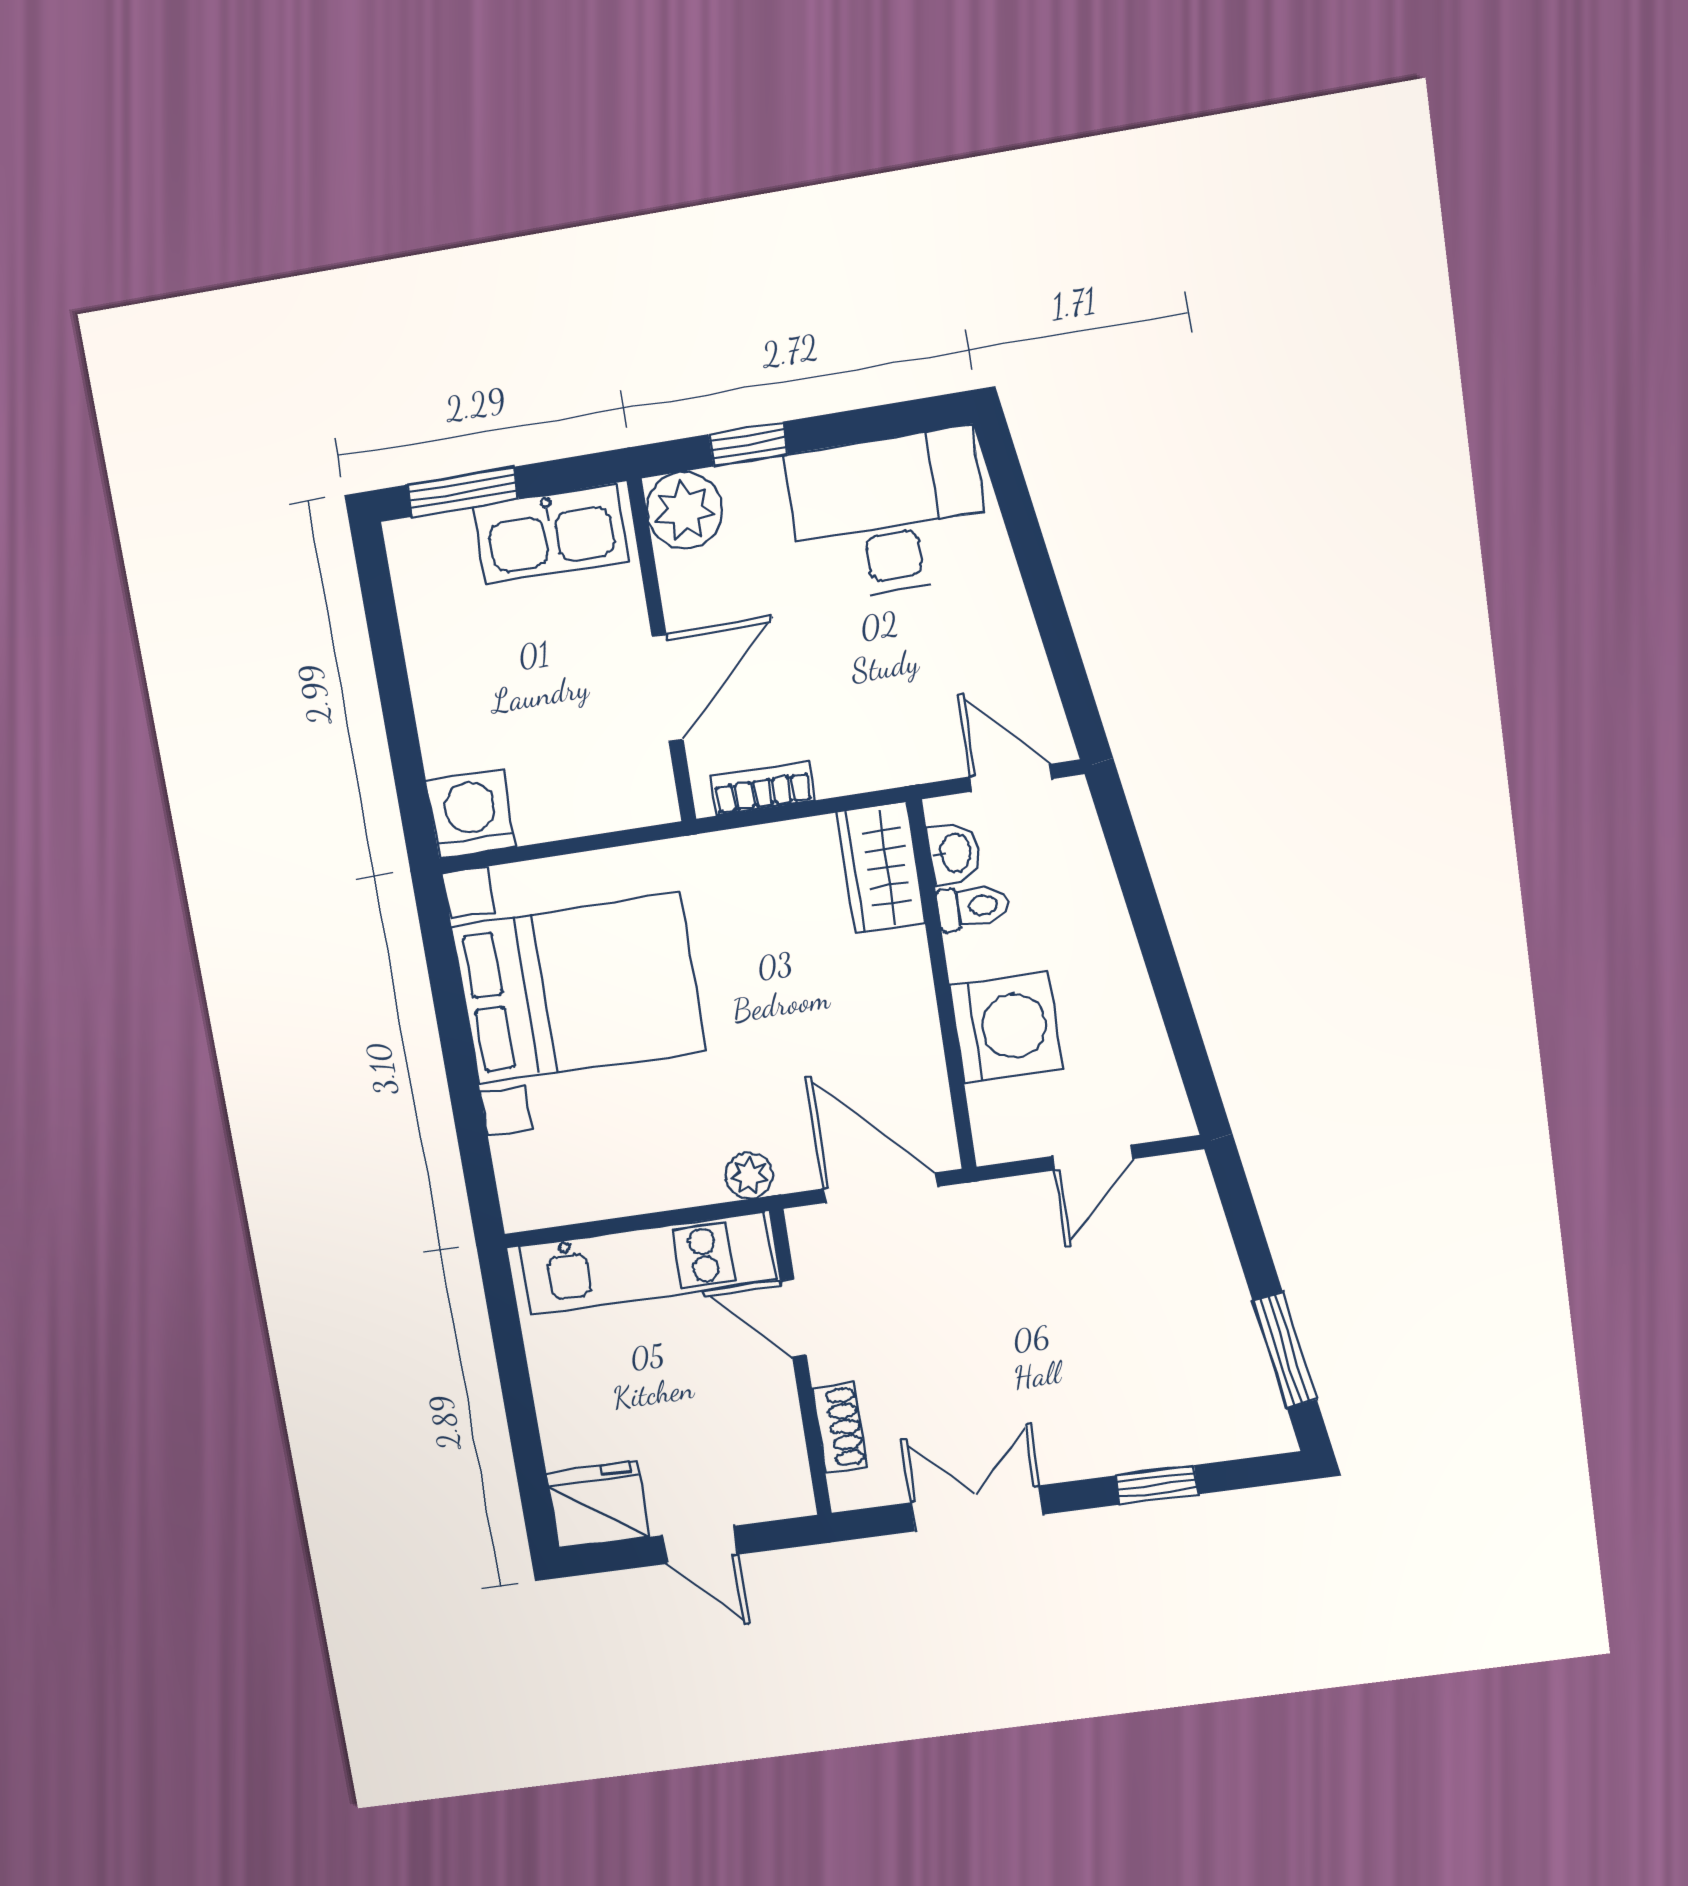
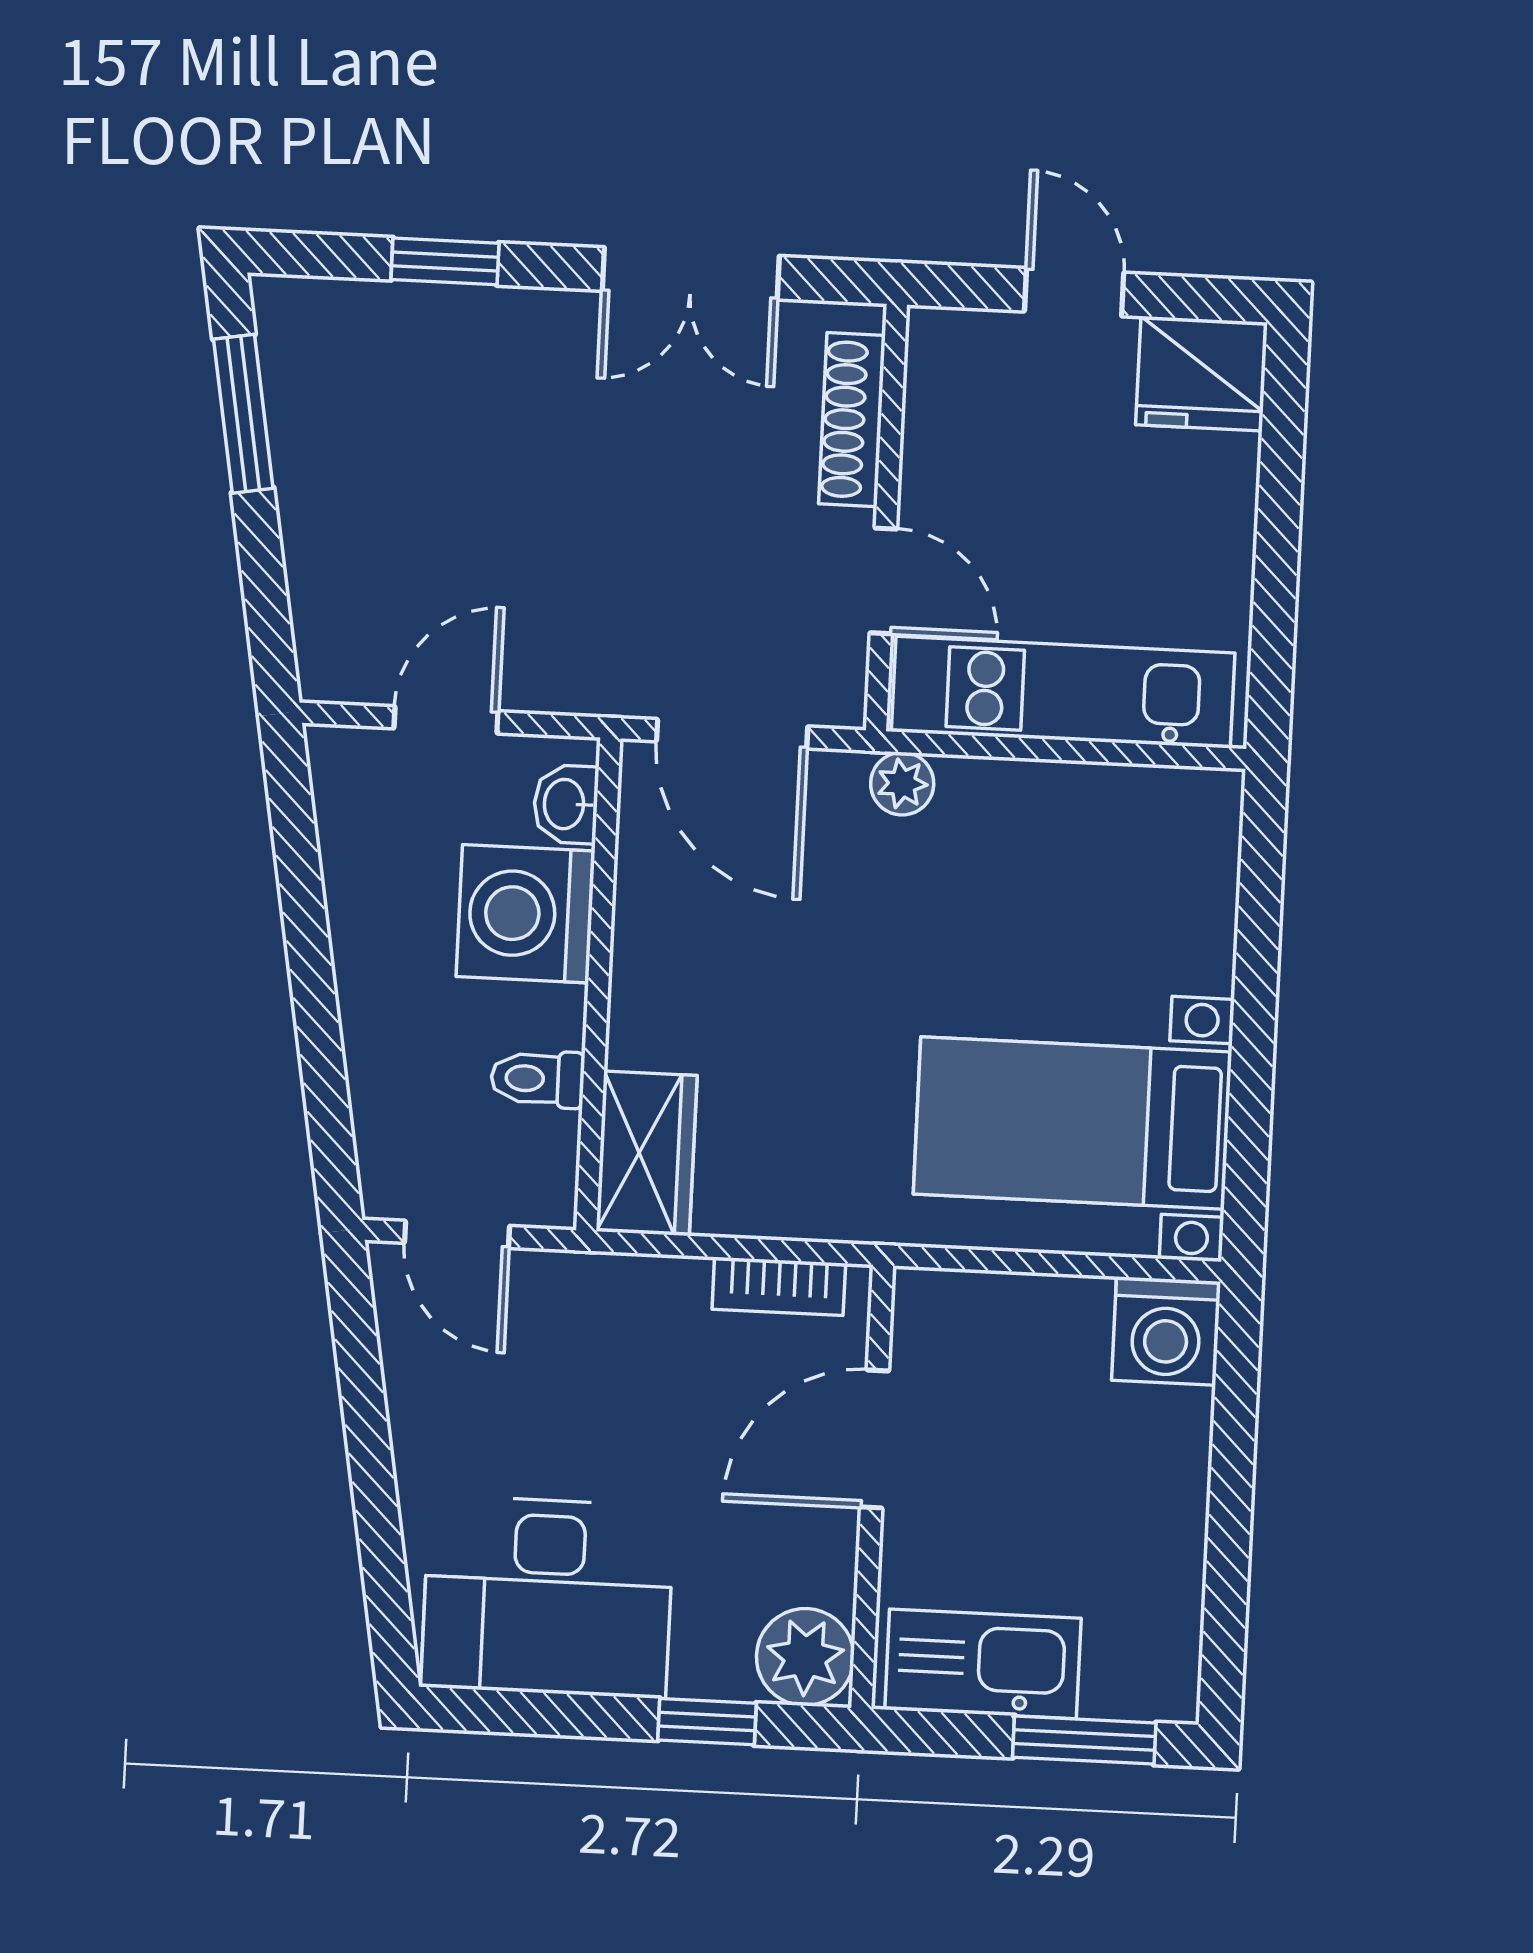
washbasin: (954, 853) -> (566, 804), moved
bed with nightstands: (579, 989) -> (1072, 1123), width x0.73
shoe rack: (840, 1427) -> (852, 420), width x1.43

